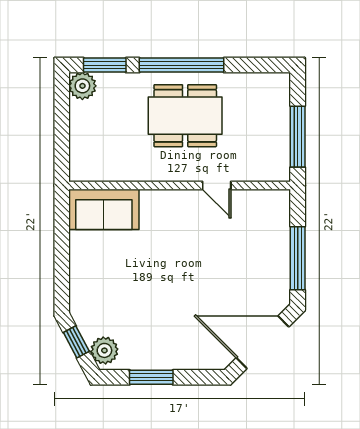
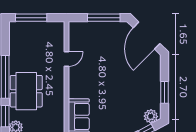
dining table: (185, 116) -> (26, 91), moved
window: (298, 137) -> (31, 18), moved

